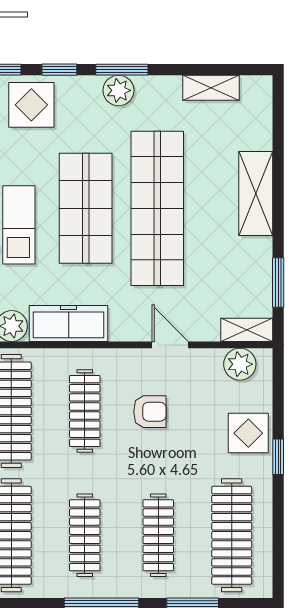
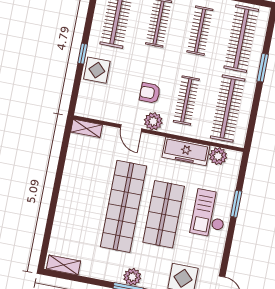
shelving: (211, 88) -> (63, 265), moved
shelving: (256, 193) -> (66, 204), removed
window: (278, 283) -> (64, 151), removed
plant: (240, 364) -> (153, 121), moved

